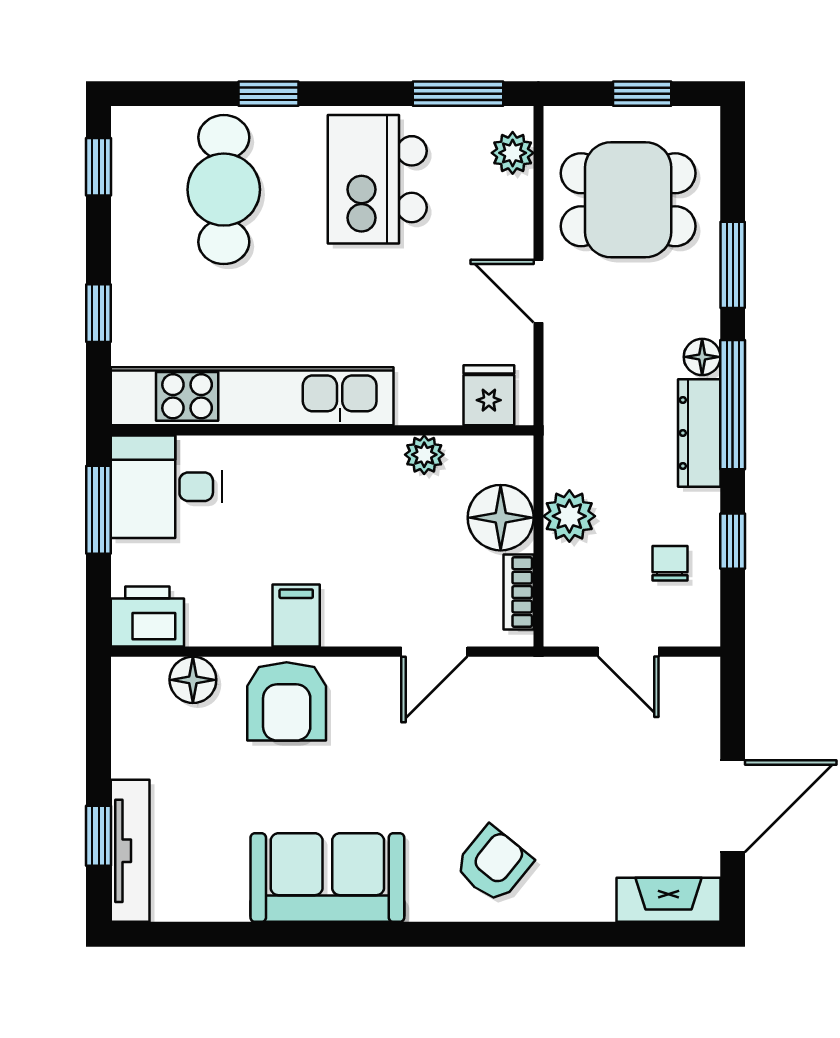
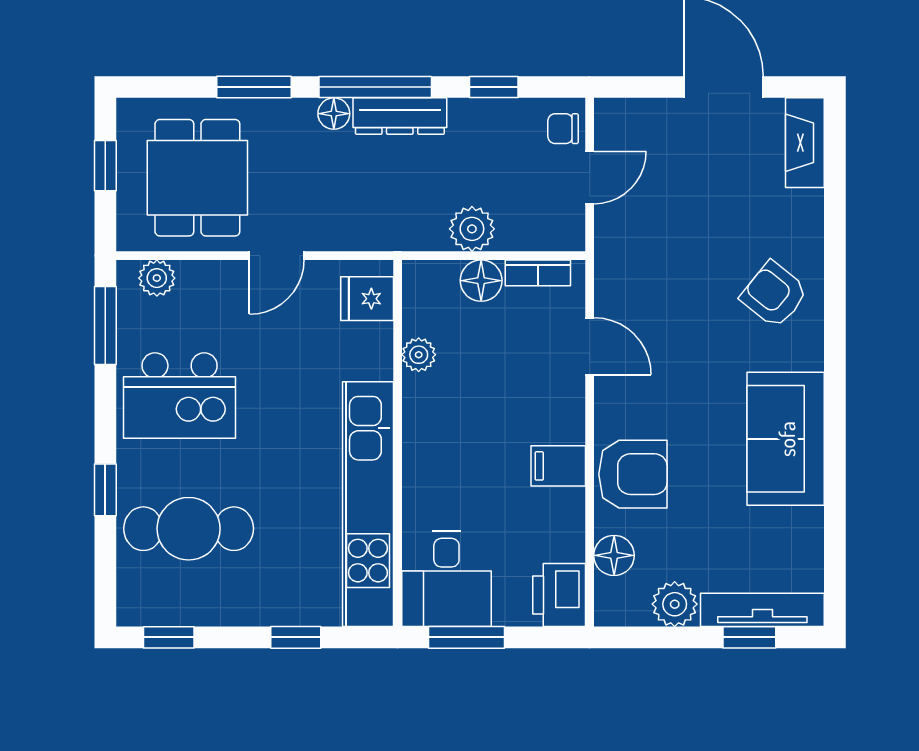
floor lamp: (501, 518) -> (481, 281), width x0.73, depth x0.73
chair: (670, 563) -> (563, 129), moved
plant: (137, 750) -> (675, 604), added

